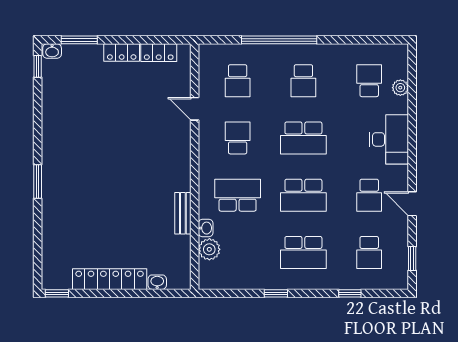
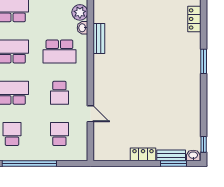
bench: (83, 51) -> (171, 155), added
locker: (159, 53) -> (194, 19), moved, turned -90

